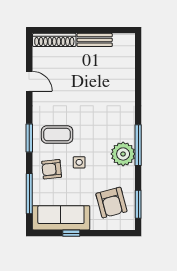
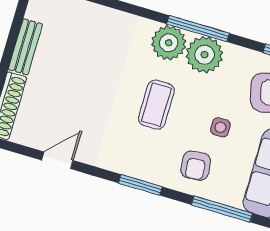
plant: (124, 129) -> (169, 43), added
coffee table: (57, 135) -> (156, 105), moved
side table: (79, 162) -> (220, 127), moved

